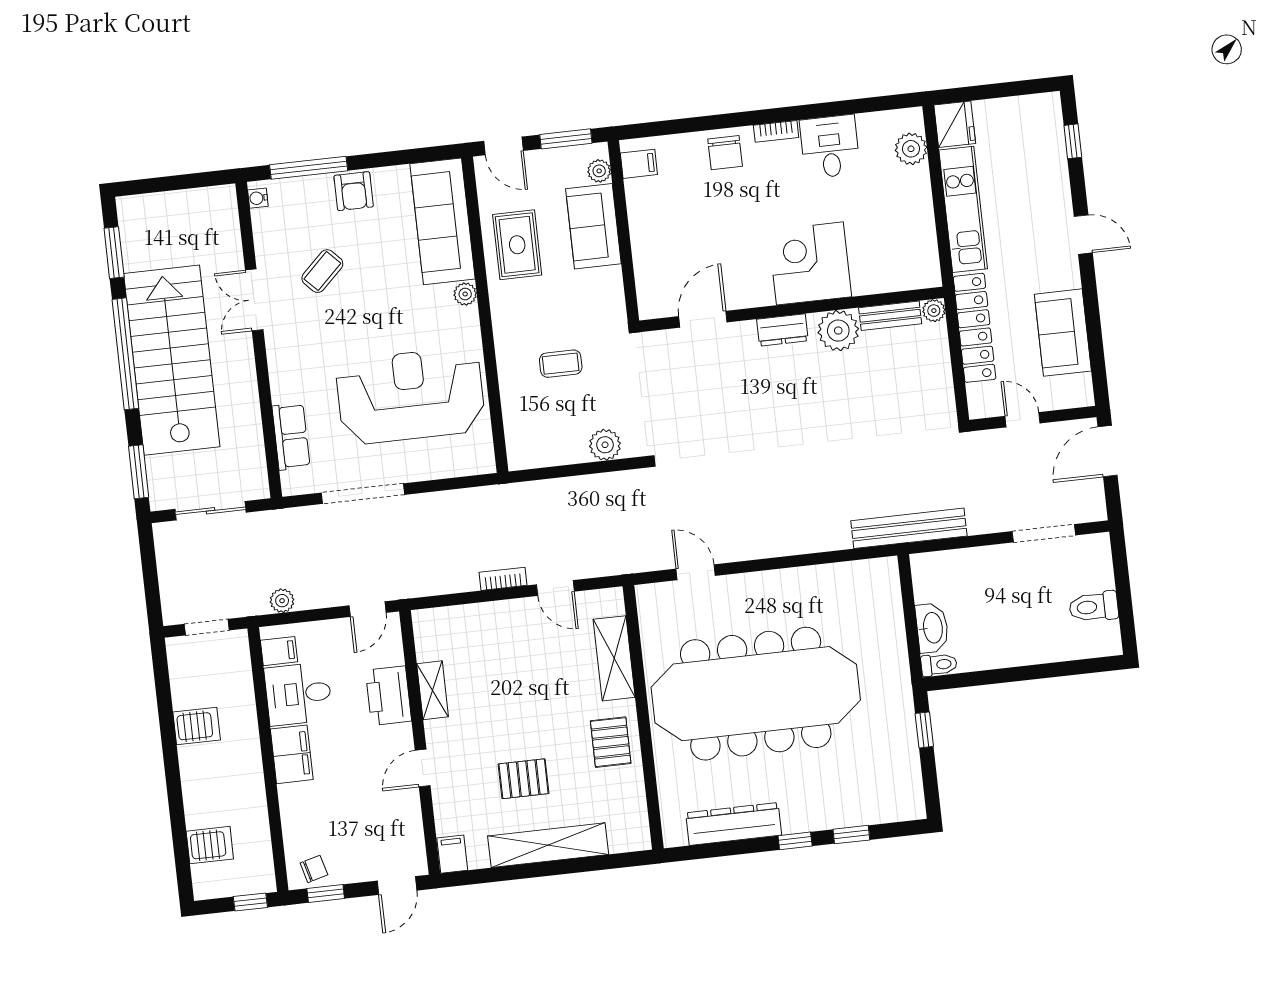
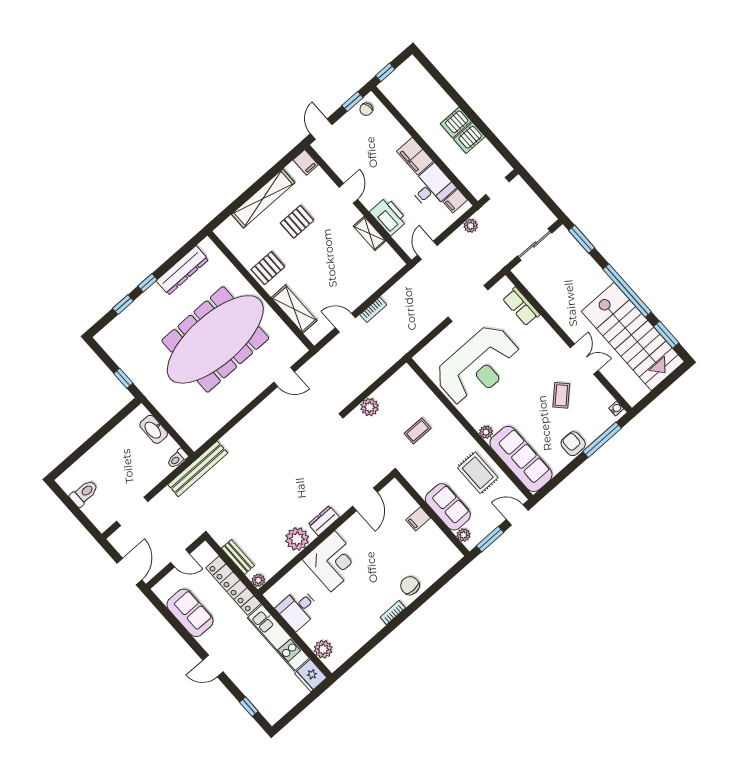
desk: (830, 147) -> (298, 609), moved, turned 90
filing cabinet: (639, 164) -> (418, 519), moved
bench: (890, 316) -> (238, 557), moved, turned 90
stairs: (172, 360) -> (633, 336), moved
toilet: (939, 665) -> (177, 459), moved
pallet: (611, 742) -> (268, 268), turned 90
server rack: (210, 845) -> (456, 122), moved

